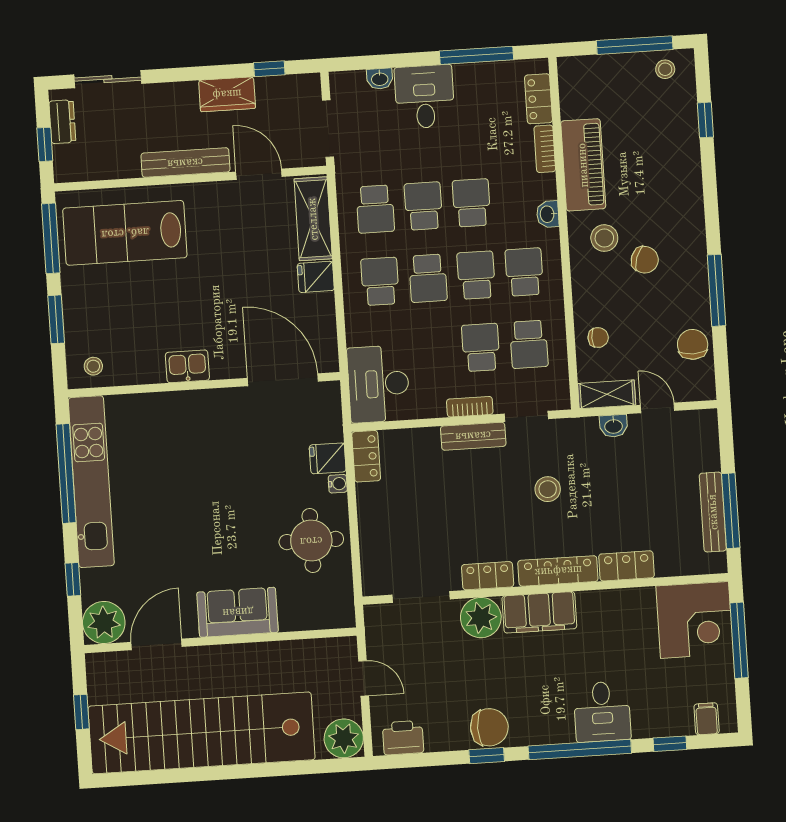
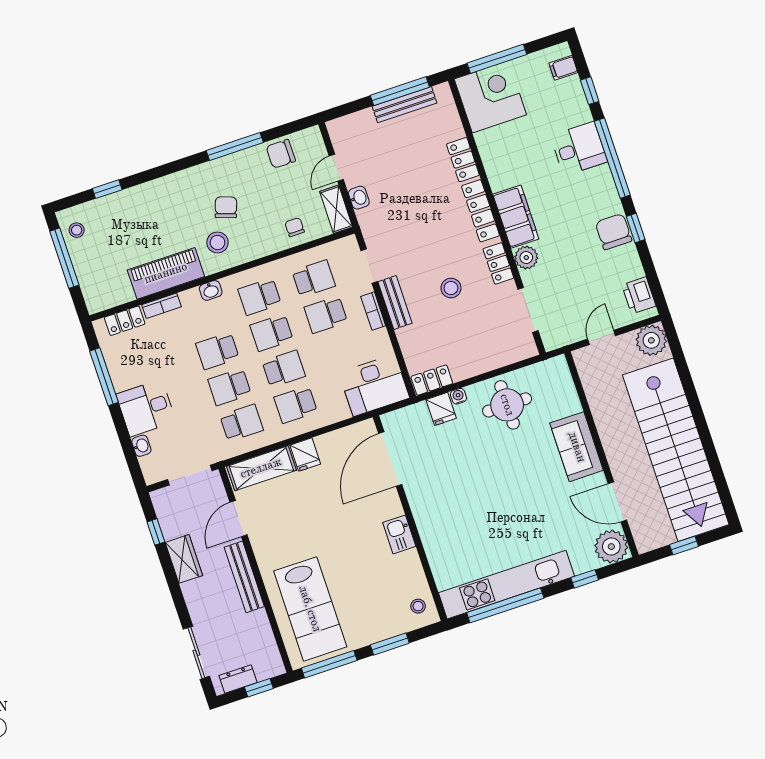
stool: (548, 489) -> (451, 288), moved
plant: (481, 618) -> (526, 258), width x0.73, depth x0.73

